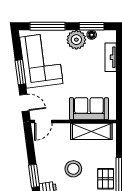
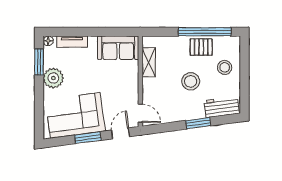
window: (47, 26) -> (39, 109), removed
floor lamp: (92, 35) -> (48, 41), moved
sofa: (89, 109) -> (118, 48), moved, turned -90
shelving: (91, 131) -> (149, 62), width x0.67, depth x0.75

